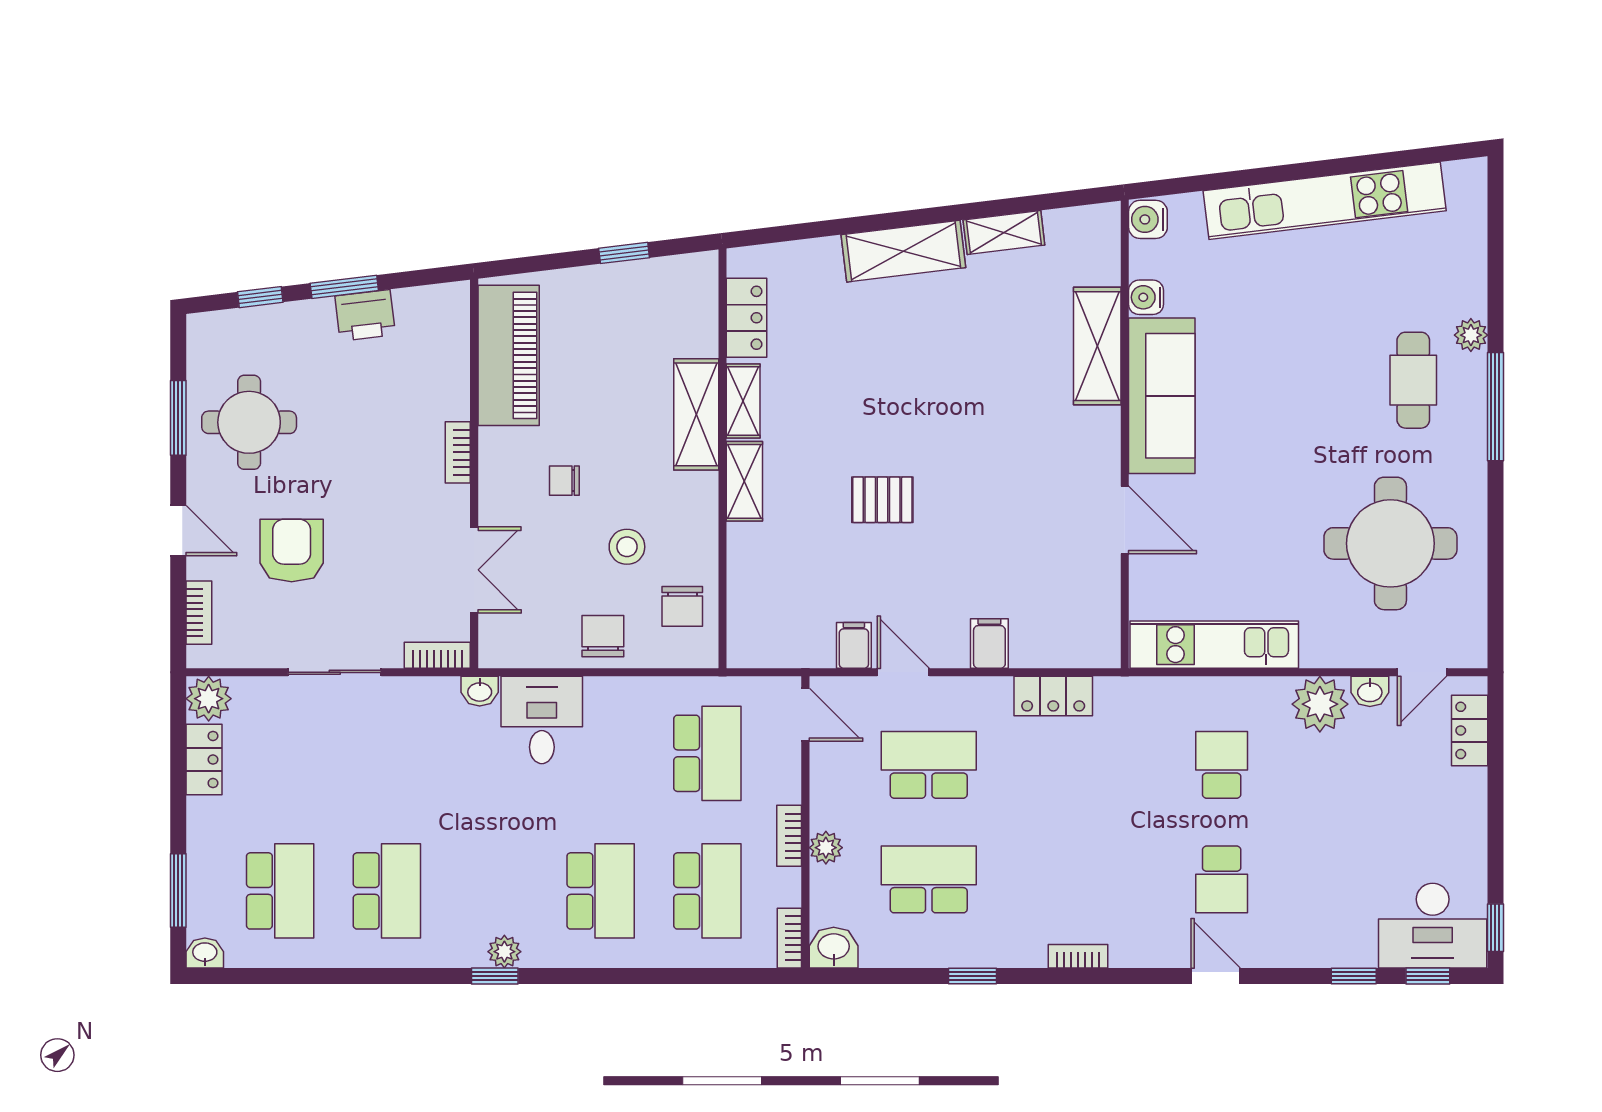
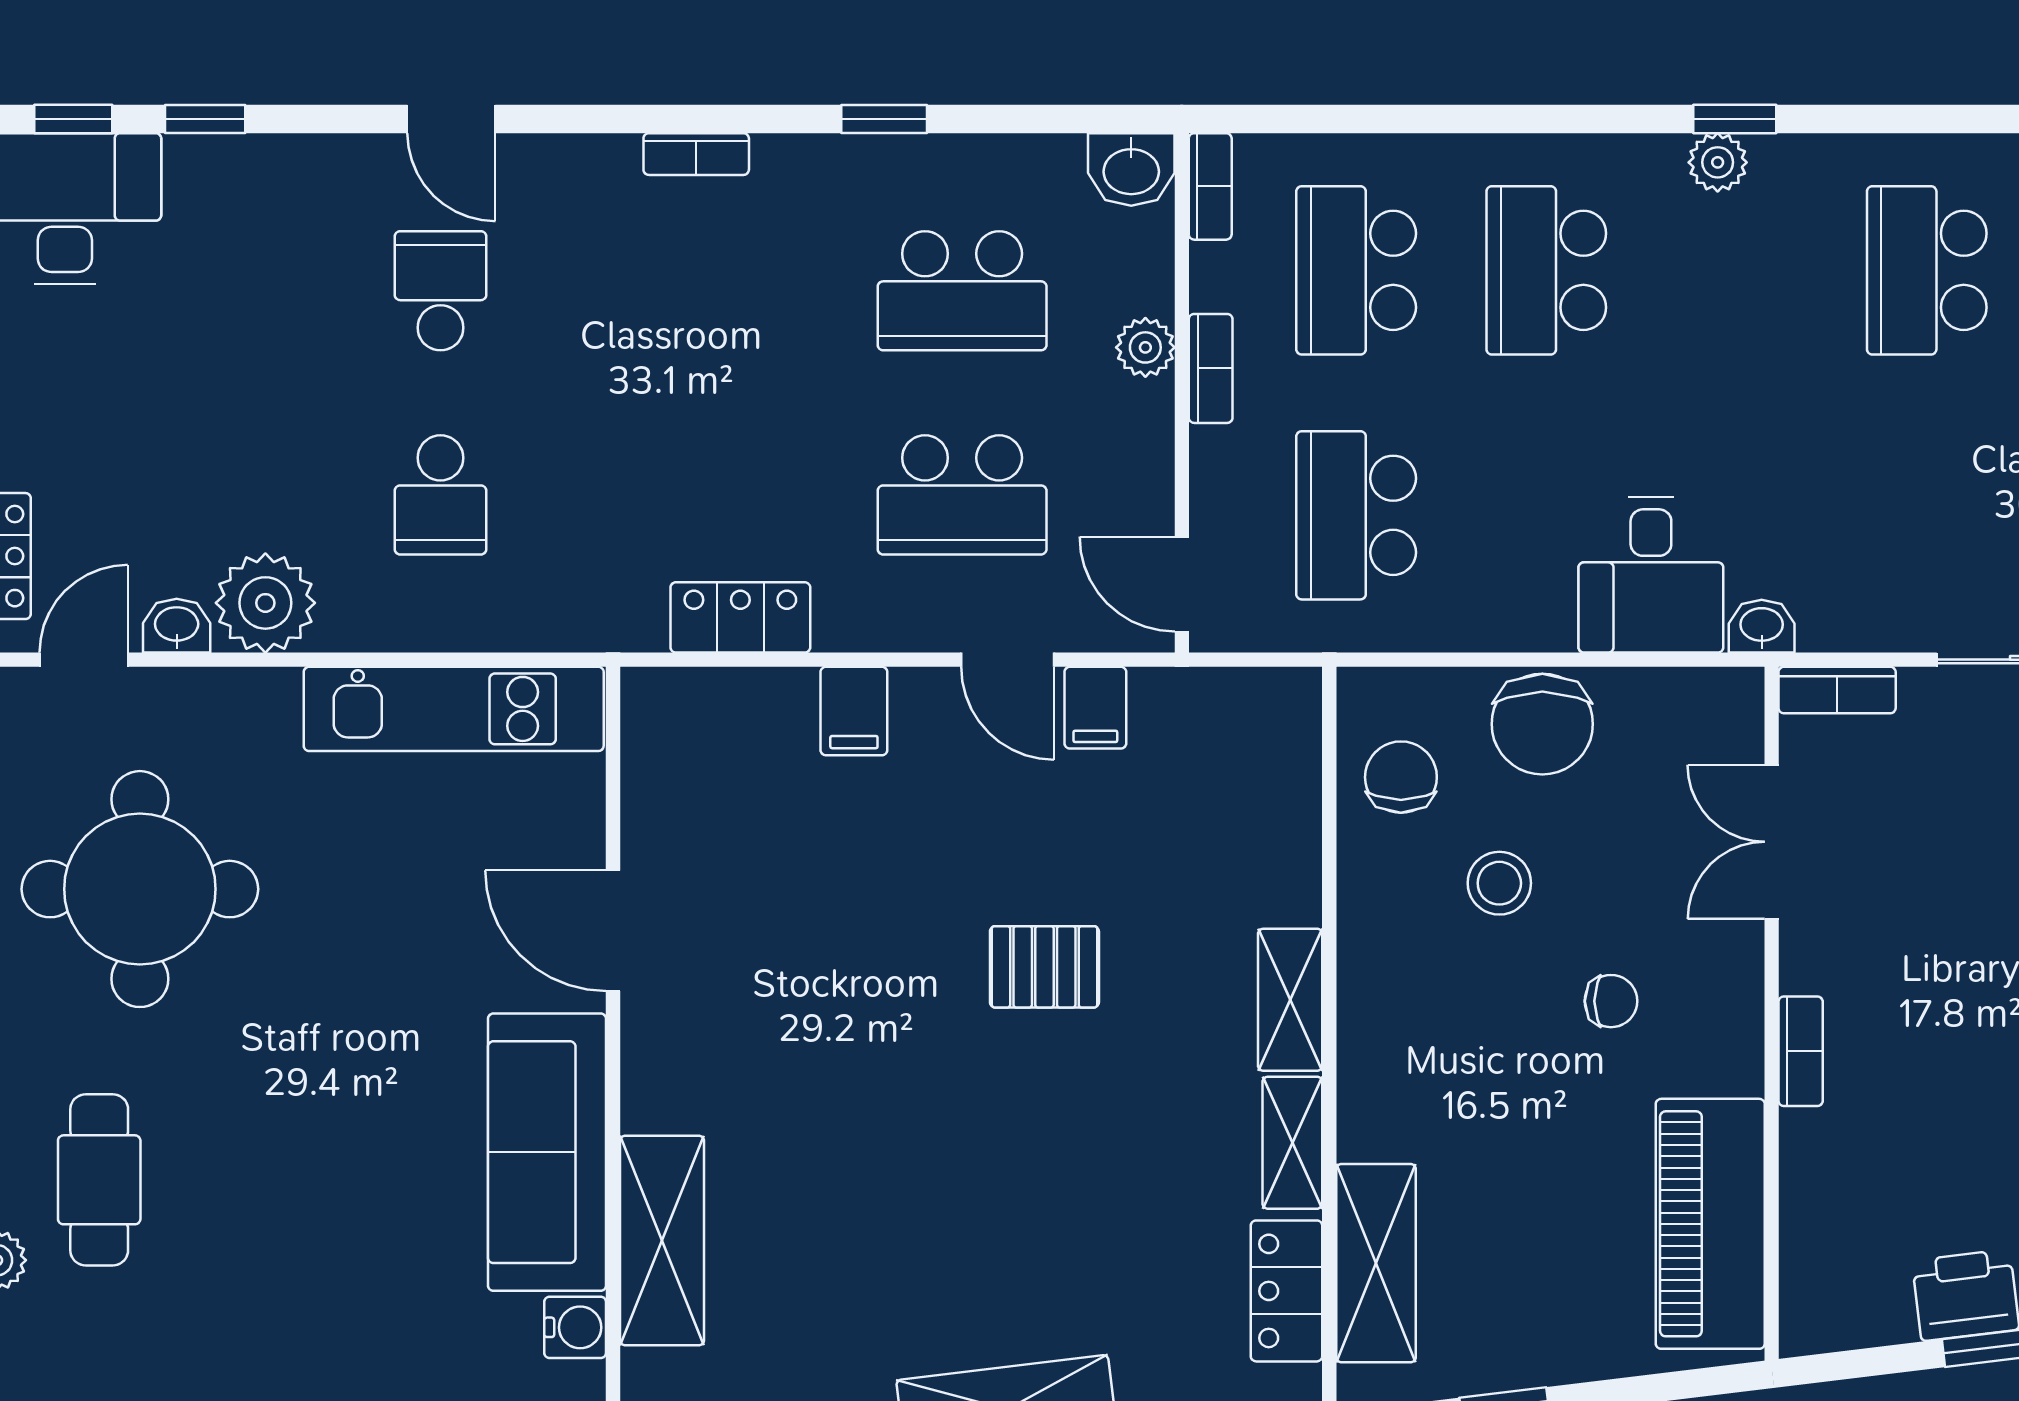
shelving: (696, 414) -> (1376, 1263), moved
chair: (603, 636) -> (1542, 724), width x1.37, depth x1.37

